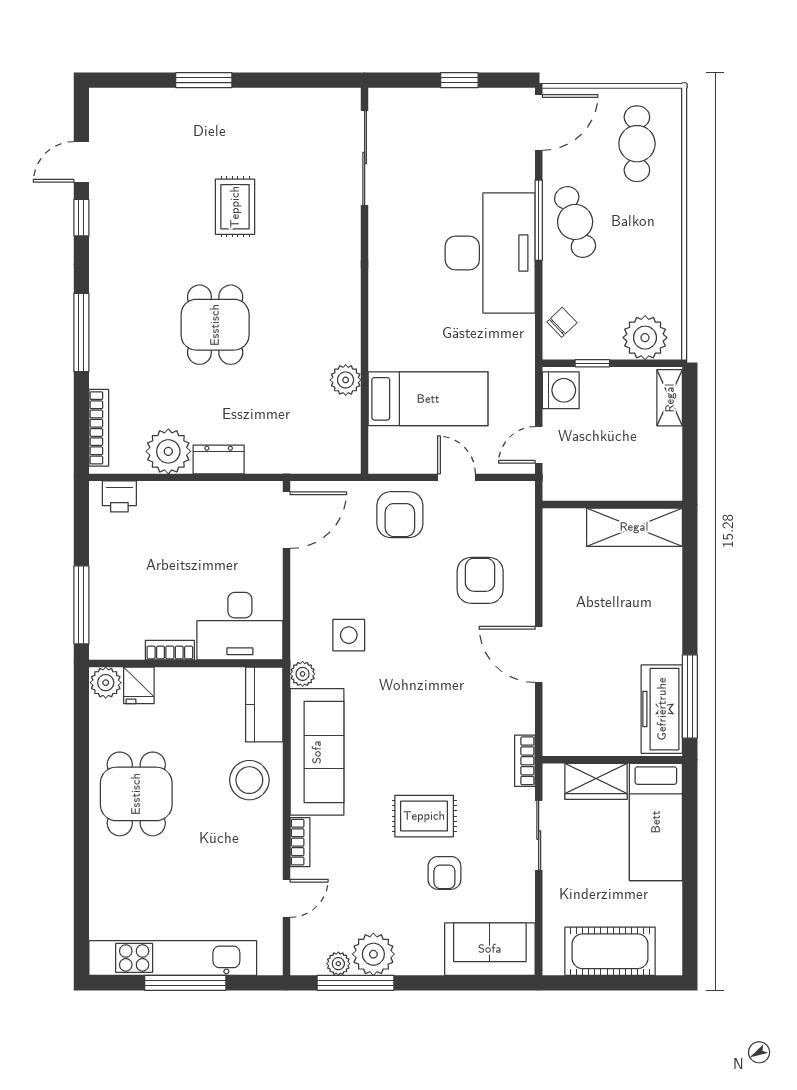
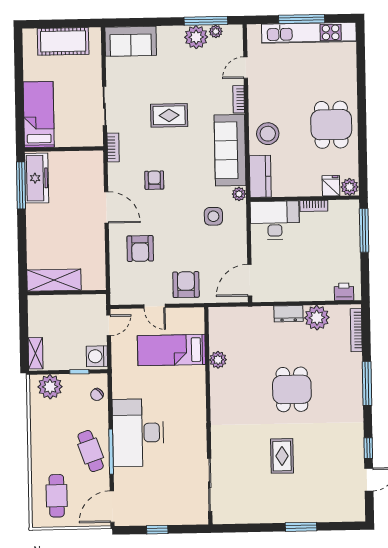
wardrobe: (596, 781) -> (73, 137), removed
armchair: (444, 873) -> (154, 180), moved

